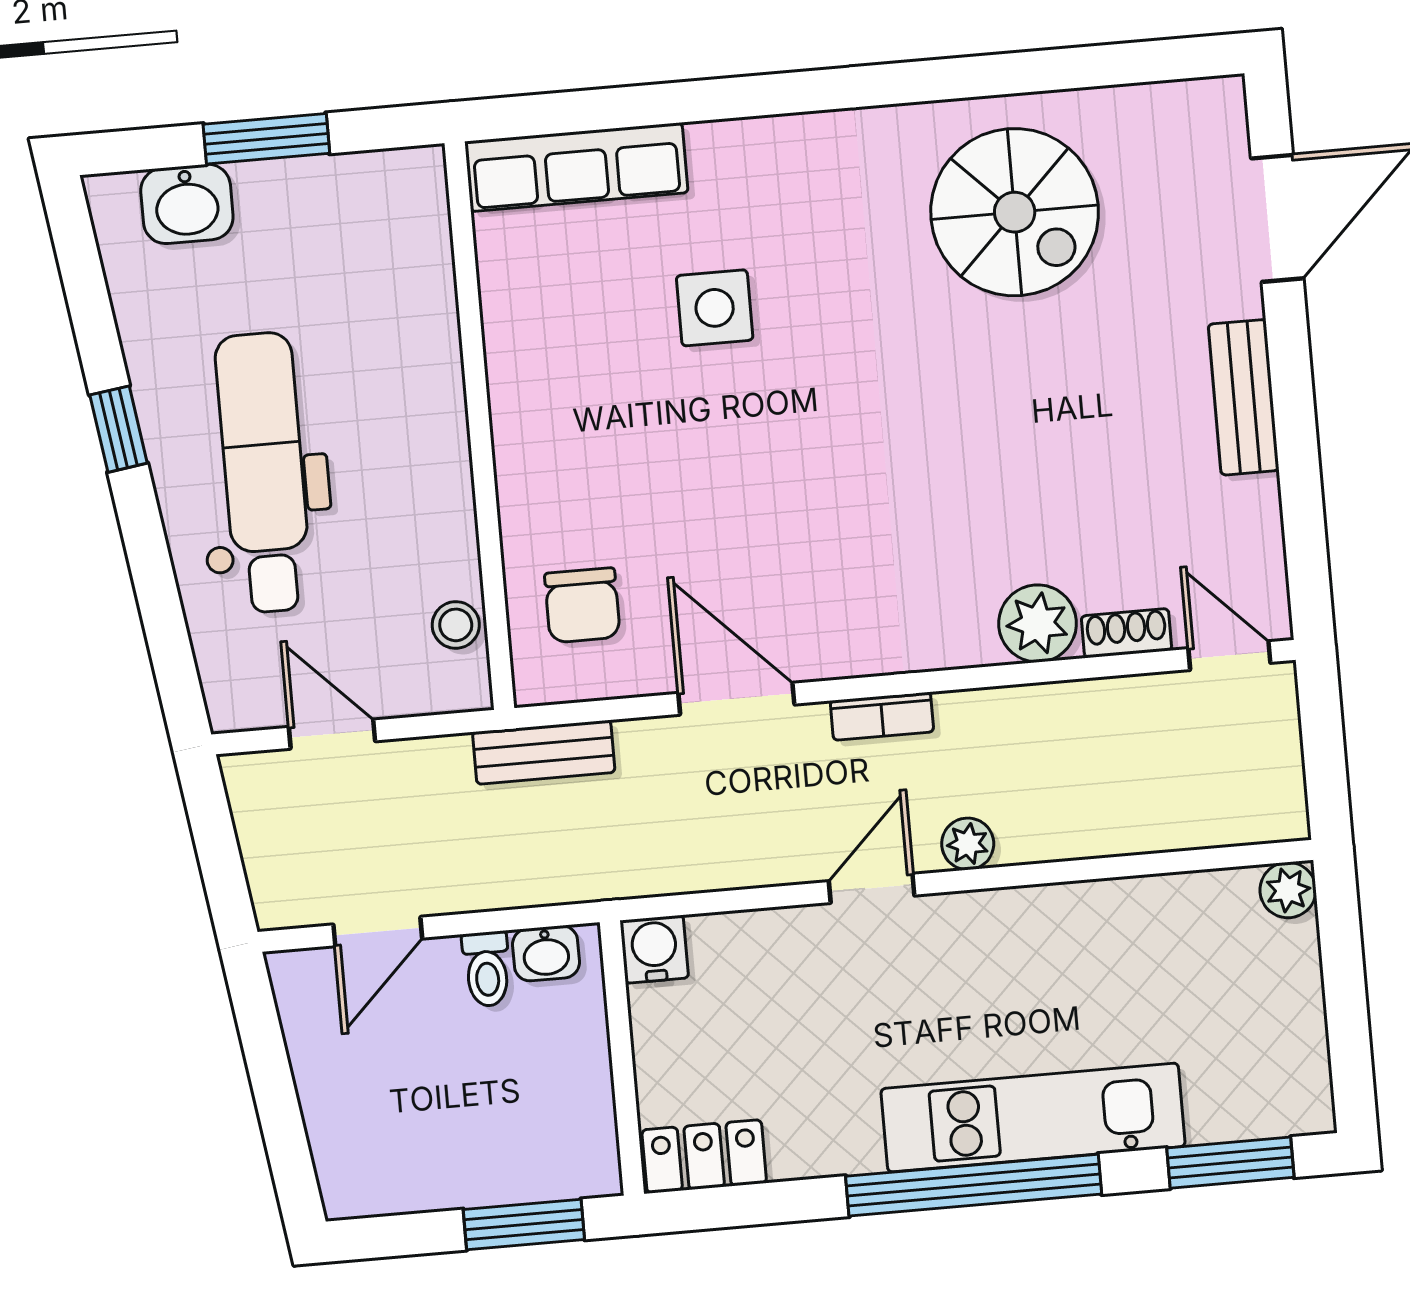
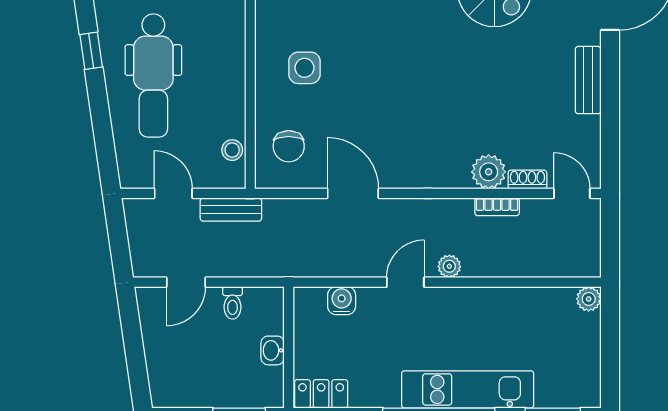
side table: (715, 308) -> (304, 68), moved
dental chair: (264, 473) -> (153, 75), turned 180
bookcase: (882, 716) -> (497, 207), moved
bench: (544, 752) -> (231, 210), moved
water cooler: (654, 949) -> (342, 301), moved
washbasin: (546, 953) -> (273, 350), moved, turned 90

